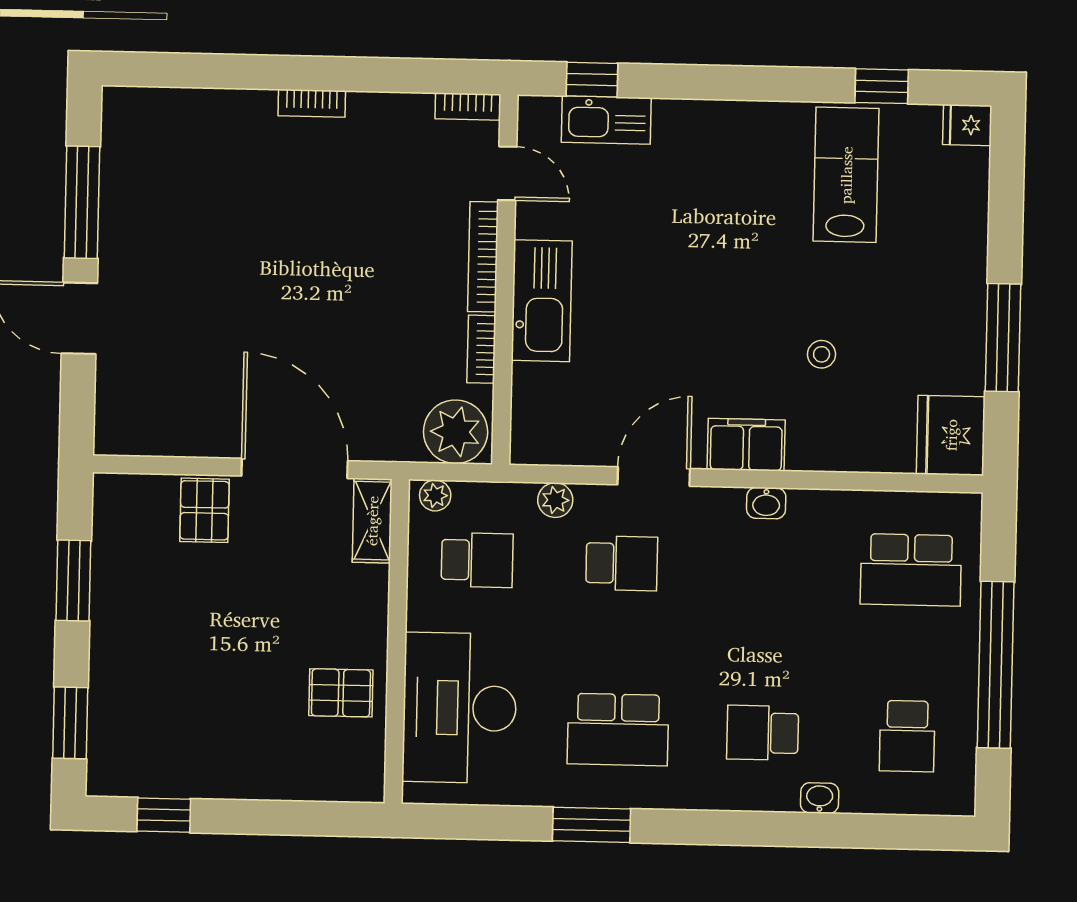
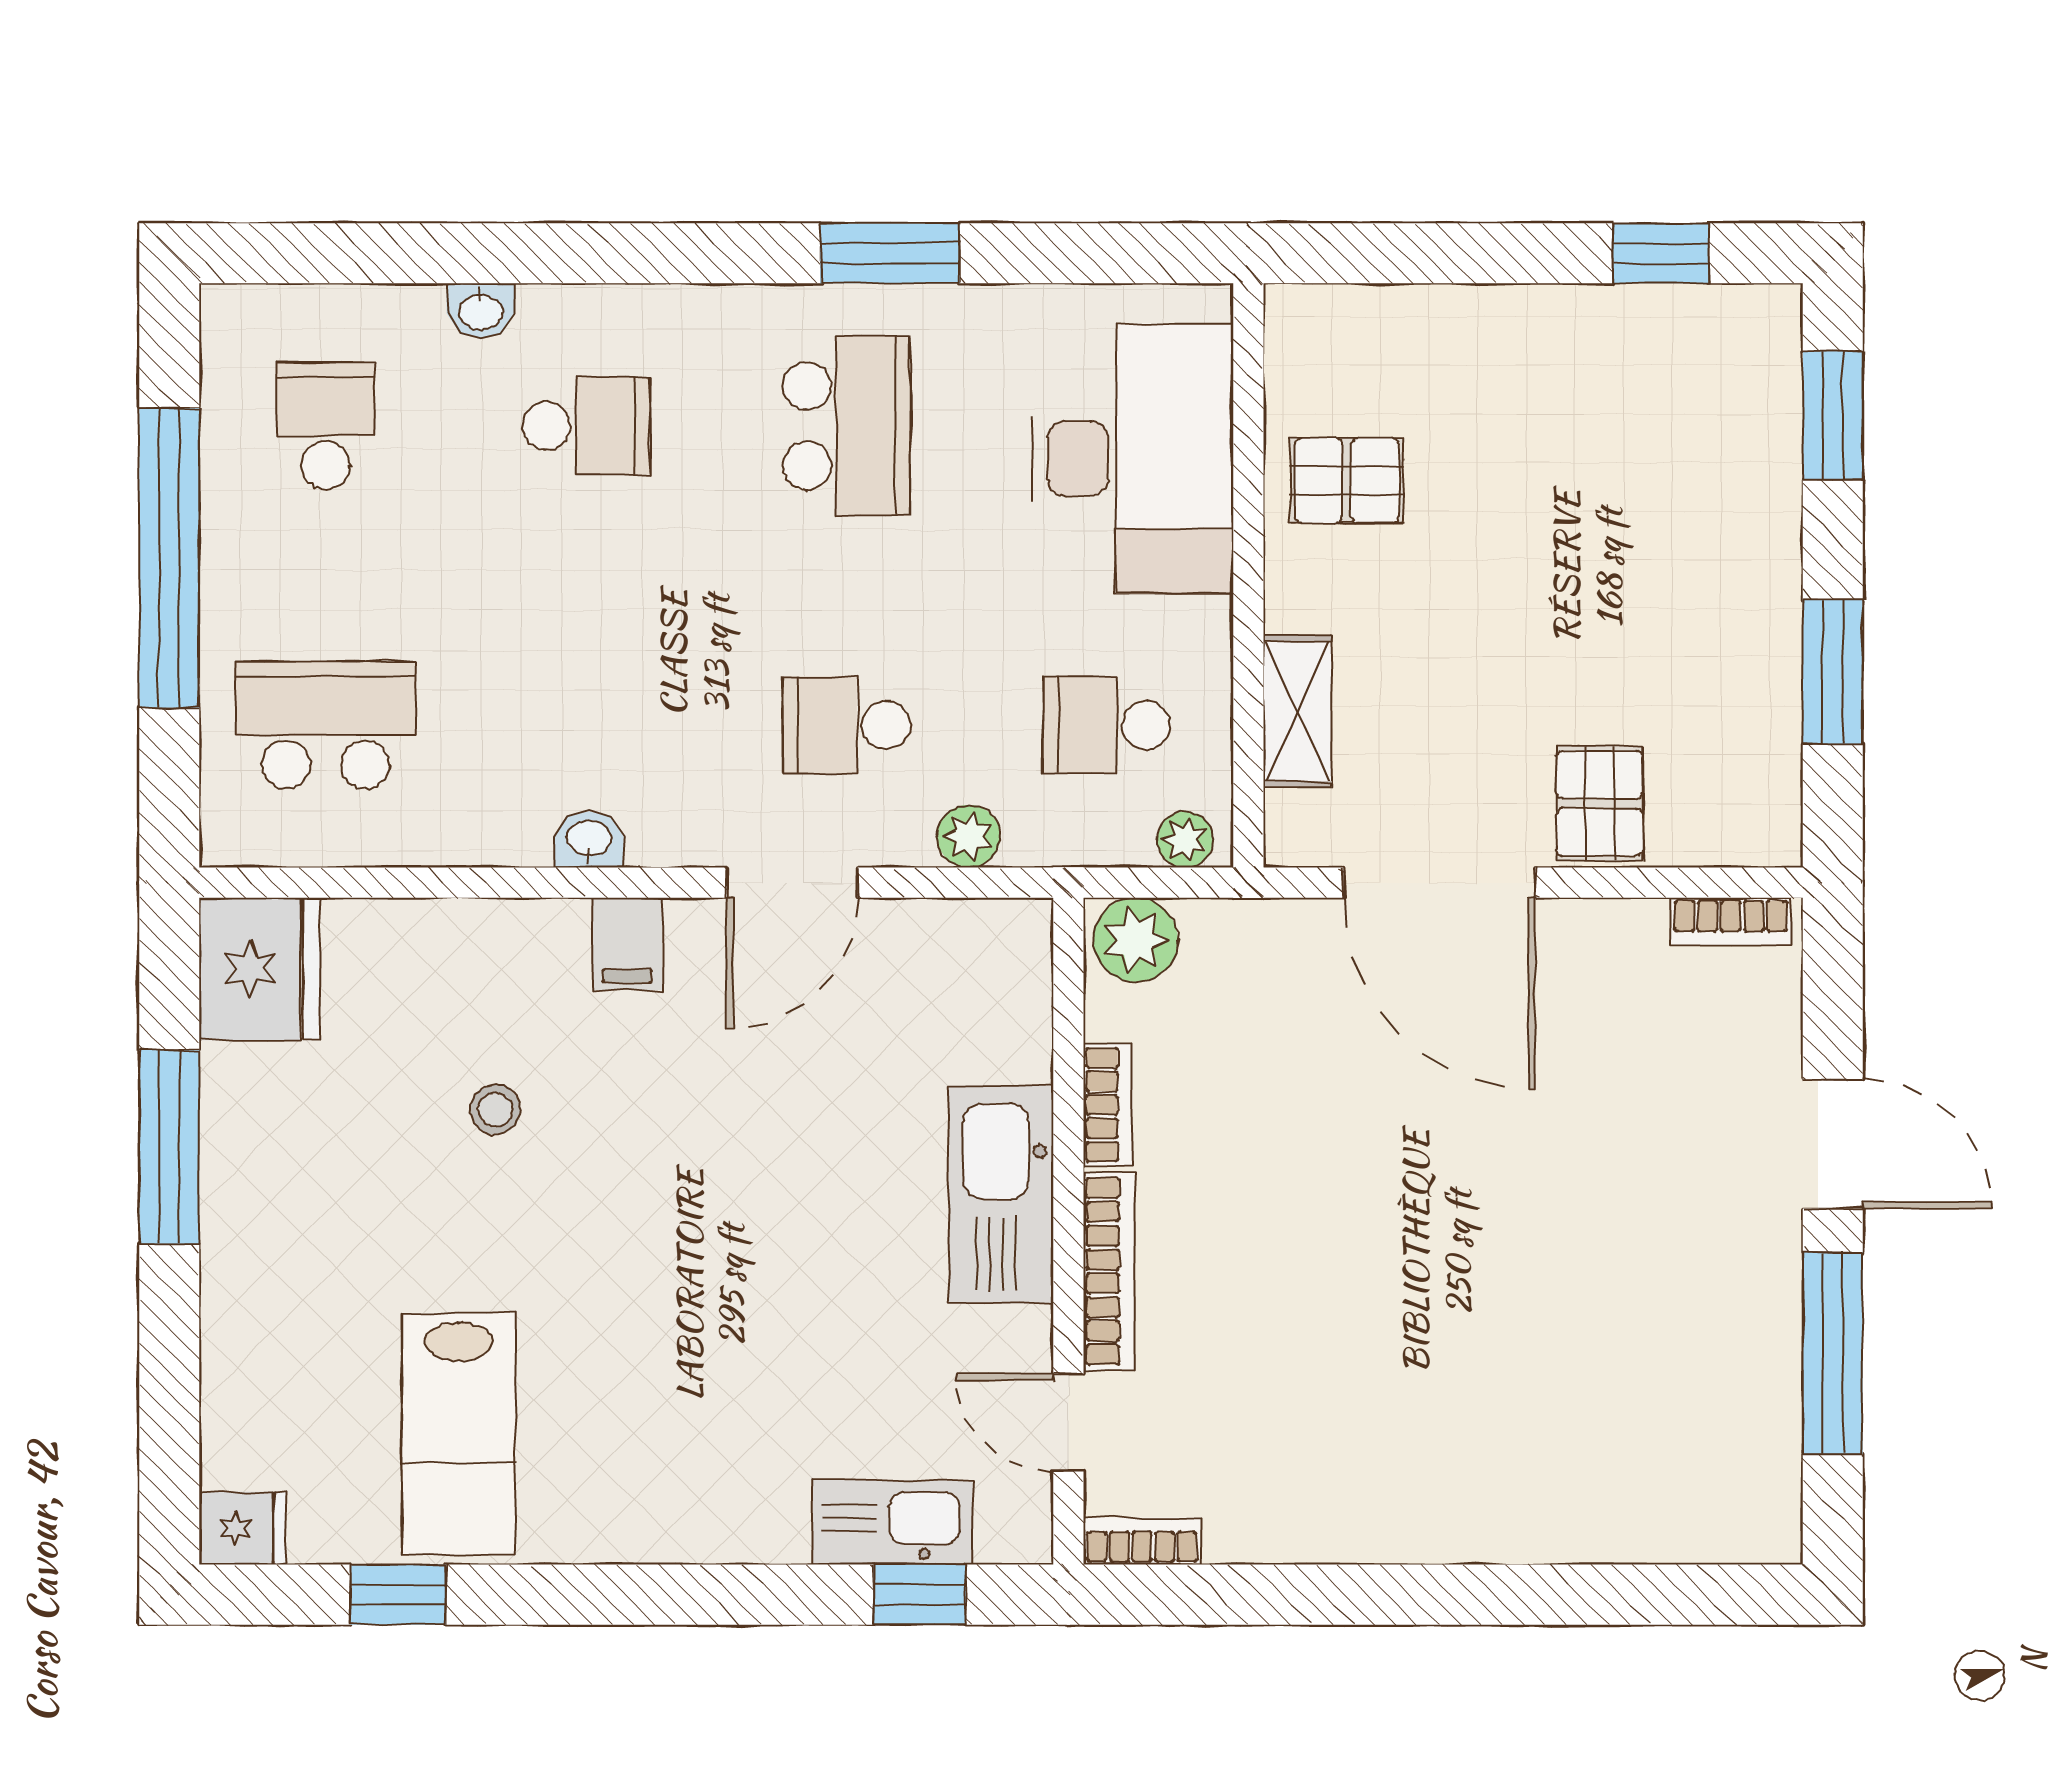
bookcase: (312, 103) -> (1731, 922), moved, turned 180
plant: (456, 432) -> (1136, 940), width x0.73, depth x0.73
filing cabinet: (746, 445) -> (627, 944), width x0.50
shelving: (372, 521) -> (1297, 711), moved
school desk: (618, 730) -> (846, 426), turned 90

